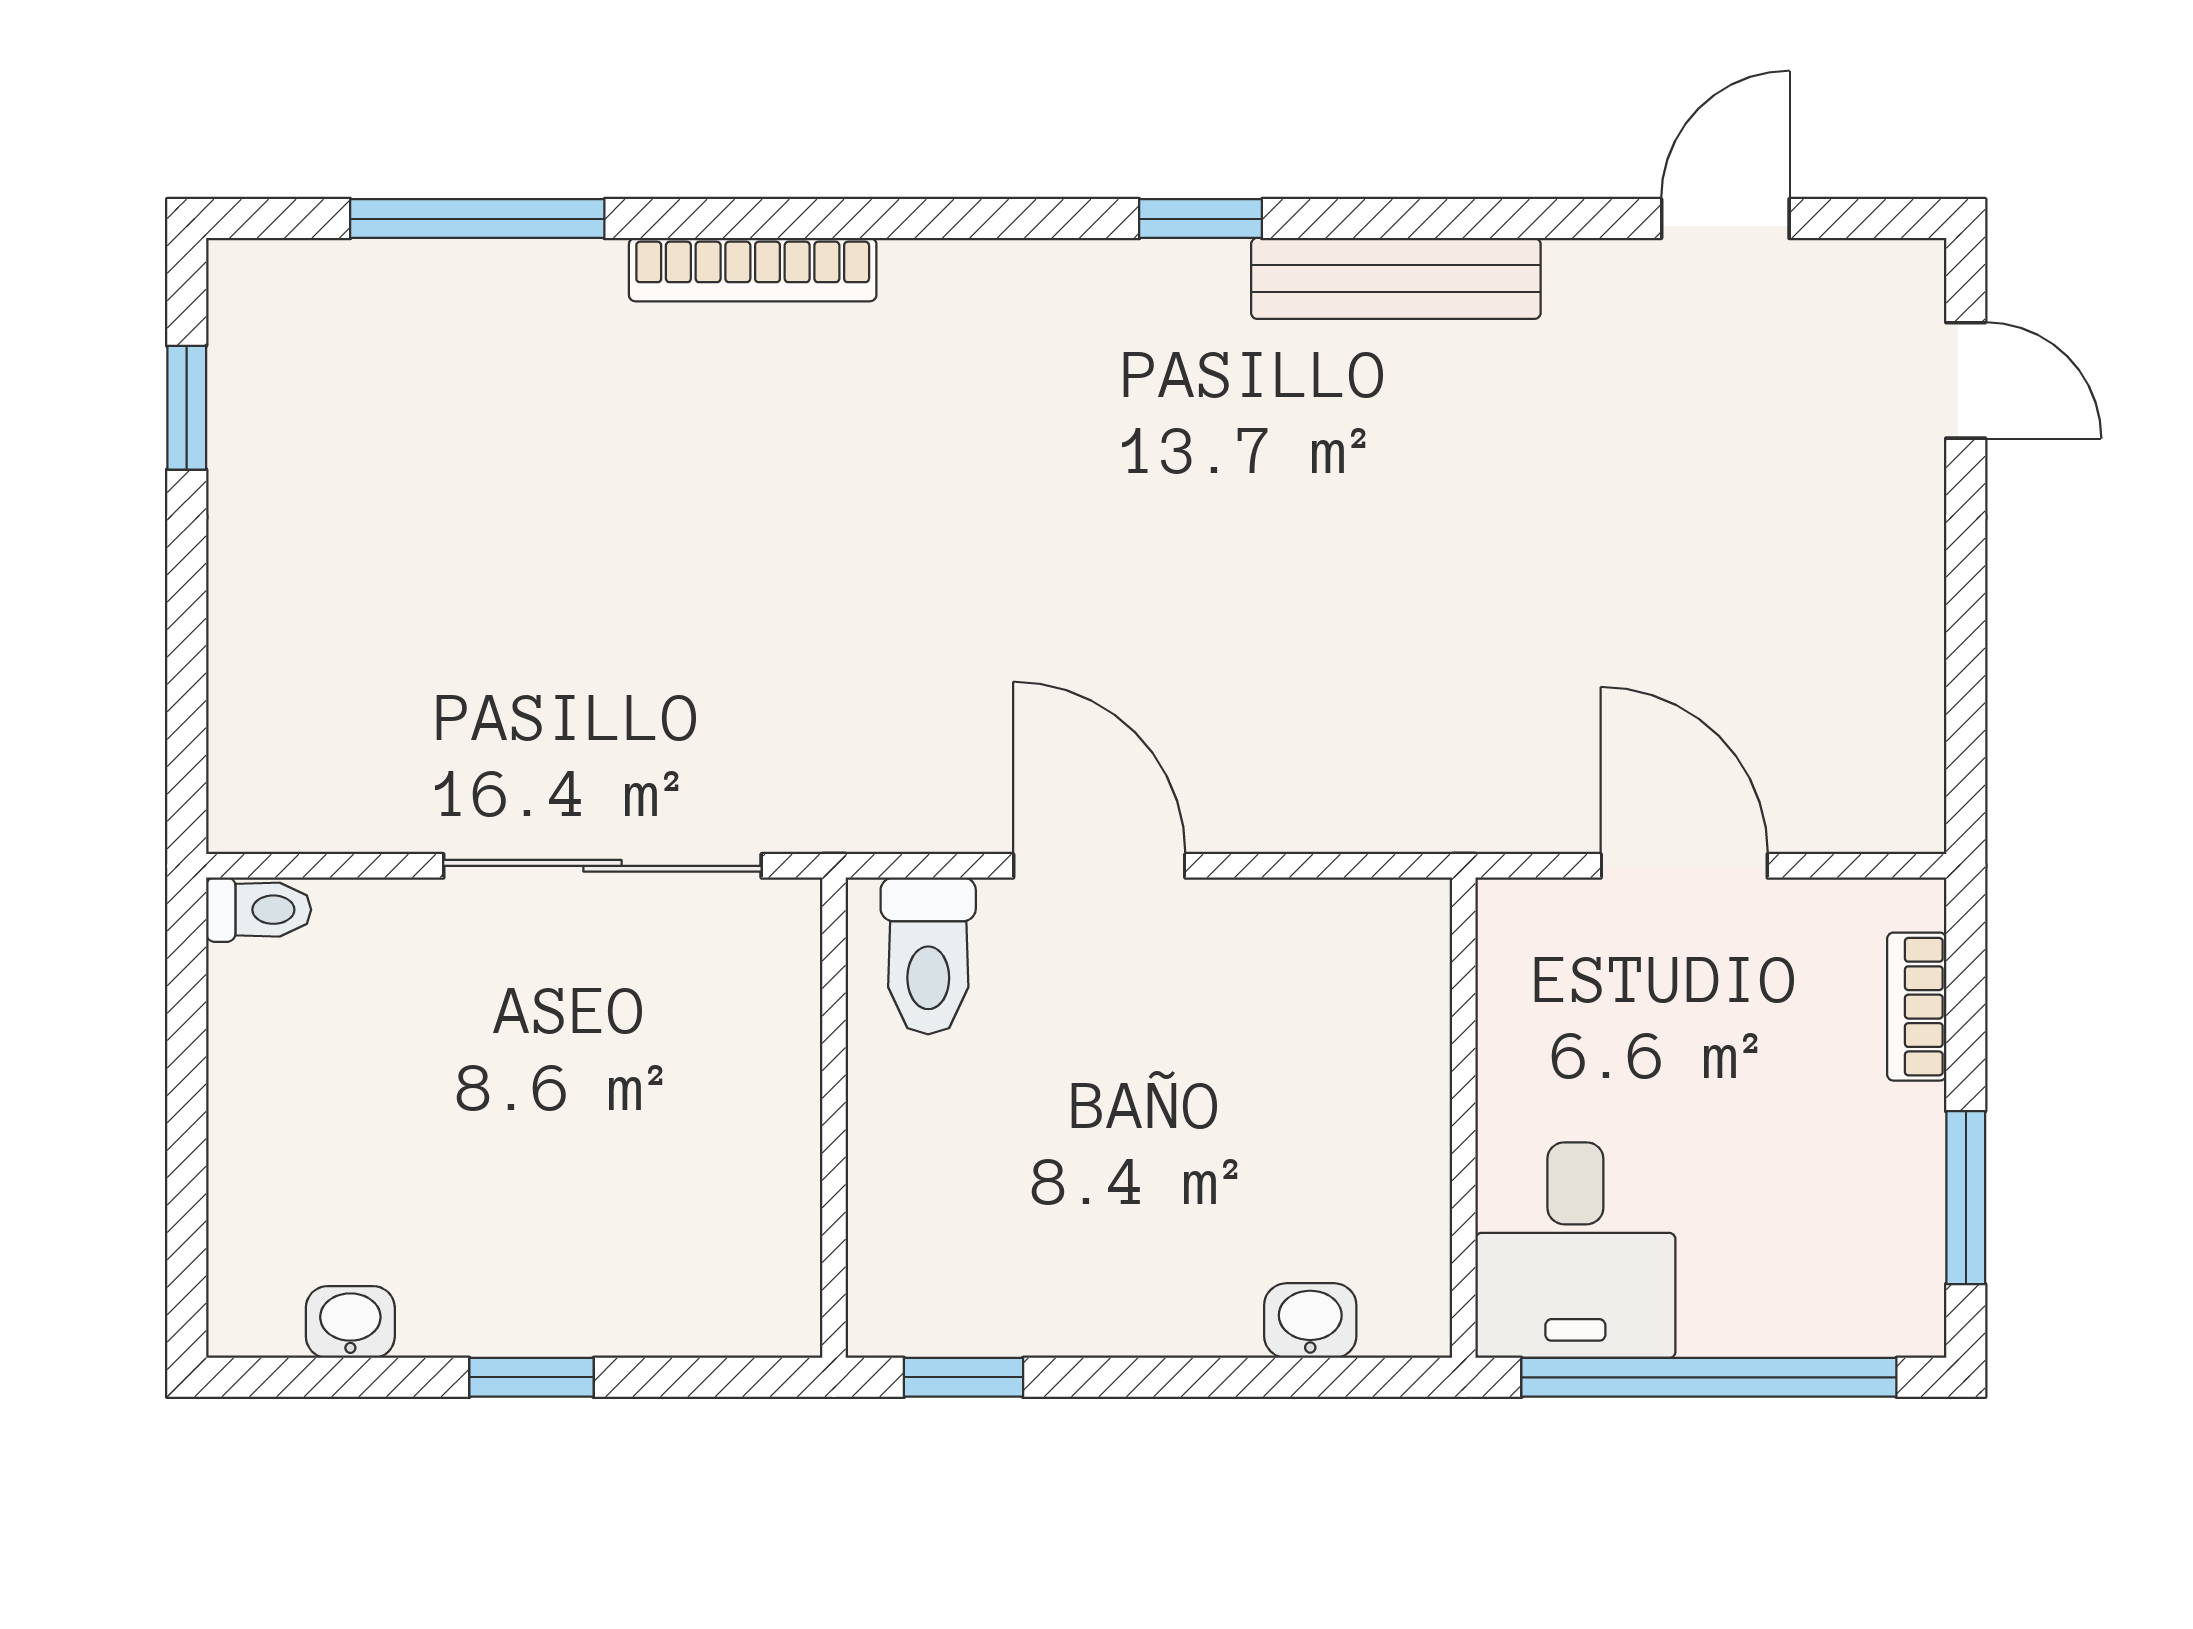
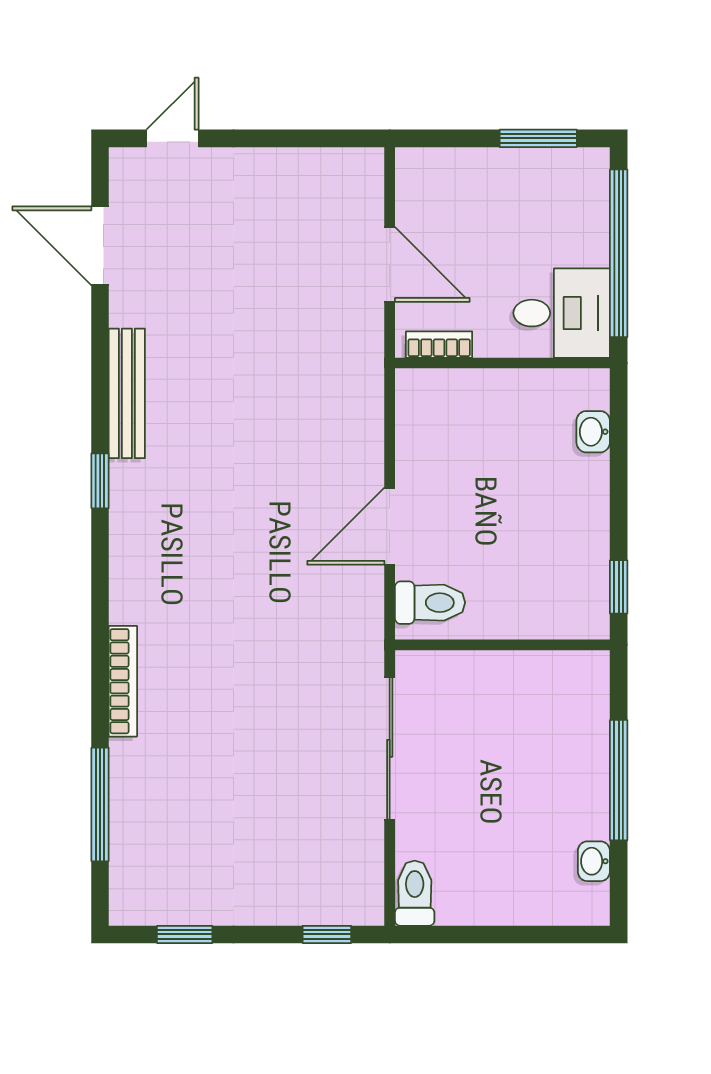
door: (1725, 219) -> (100, 246), width x1.38
window: (187, 725) -> (327, 934), added
door: (1684, 866) -> (390, 264), swing flipped
toilet: (259, 910) -> (415, 893), width x1.37, depth x1.39
bookcase: (1917, 1007) -> (439, 345), moved, turned 180
window: (531, 1377) -> (619, 780), width x2.17

